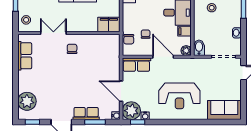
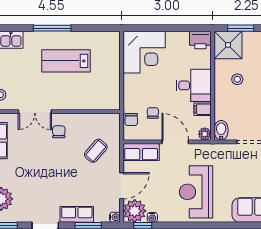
filing cabinet: (109, 24) -> (106, 101), removed
double door: (53, 33) -> (35, 112), swing flipped
coffee table: (101, 64) -> (96, 151), added
door: (121, 91) -> (122, 186), swing flipped
reception desk: (179, 96) -> (196, 192), turned 90

